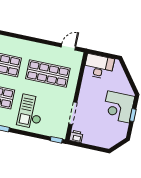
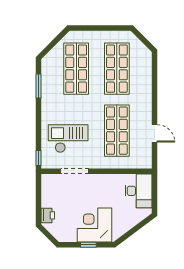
door: (68, 47) -> (155, 133), moved
checkout: (31, 112) -> (68, 139), moved
printer: (76, 136) -> (48, 215), moved

